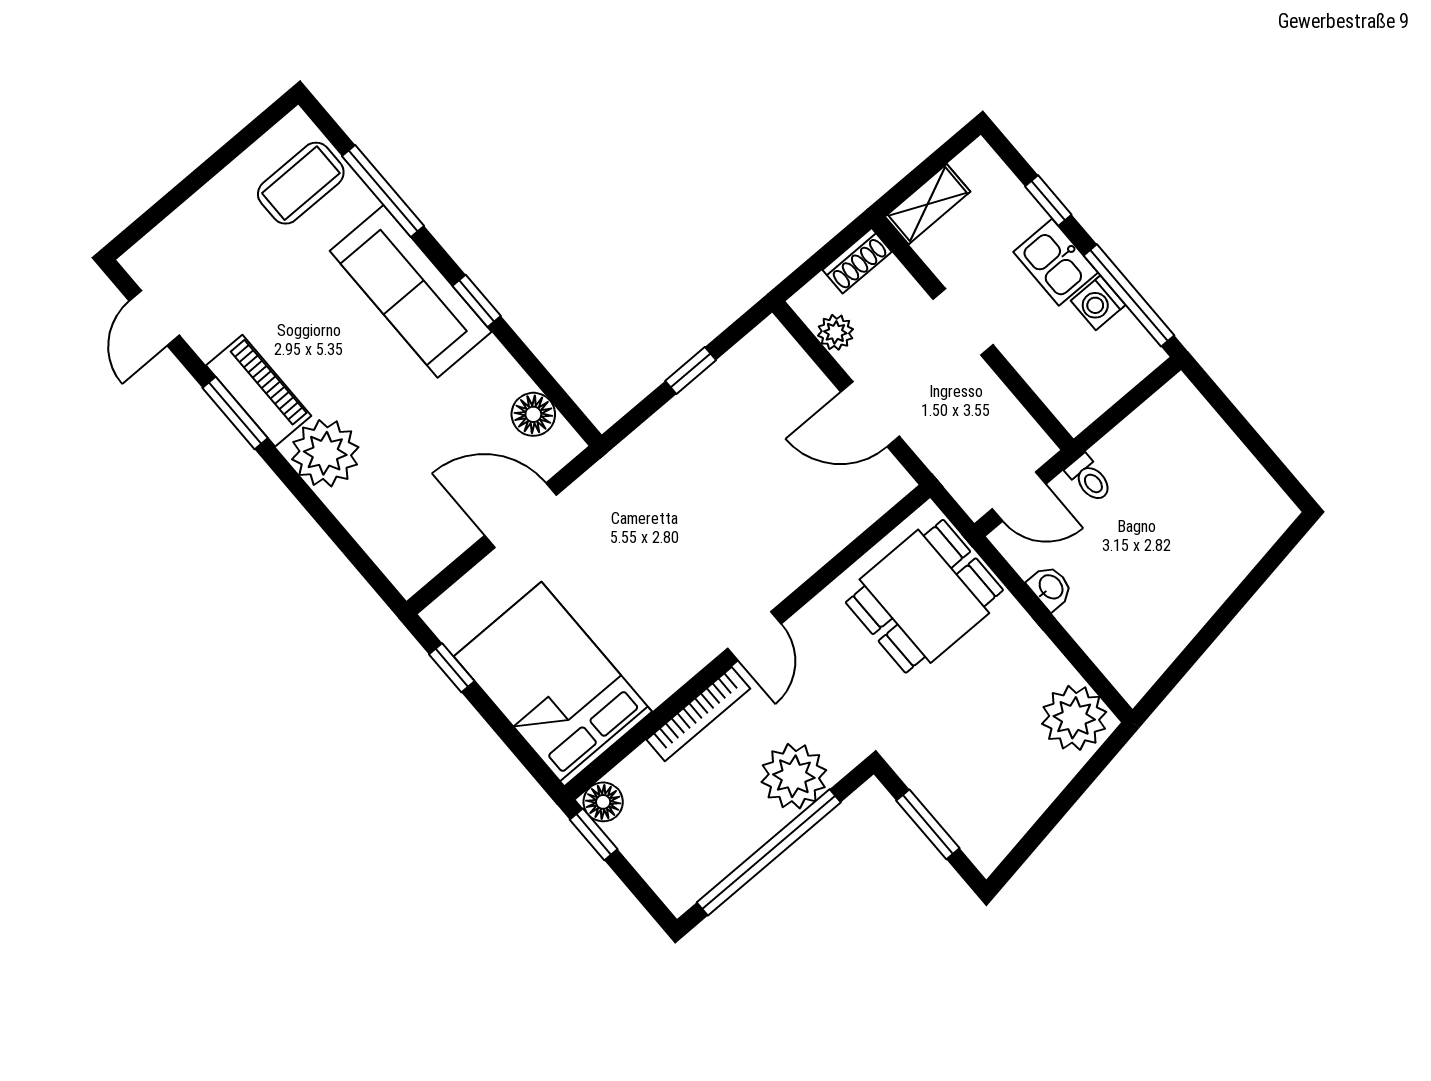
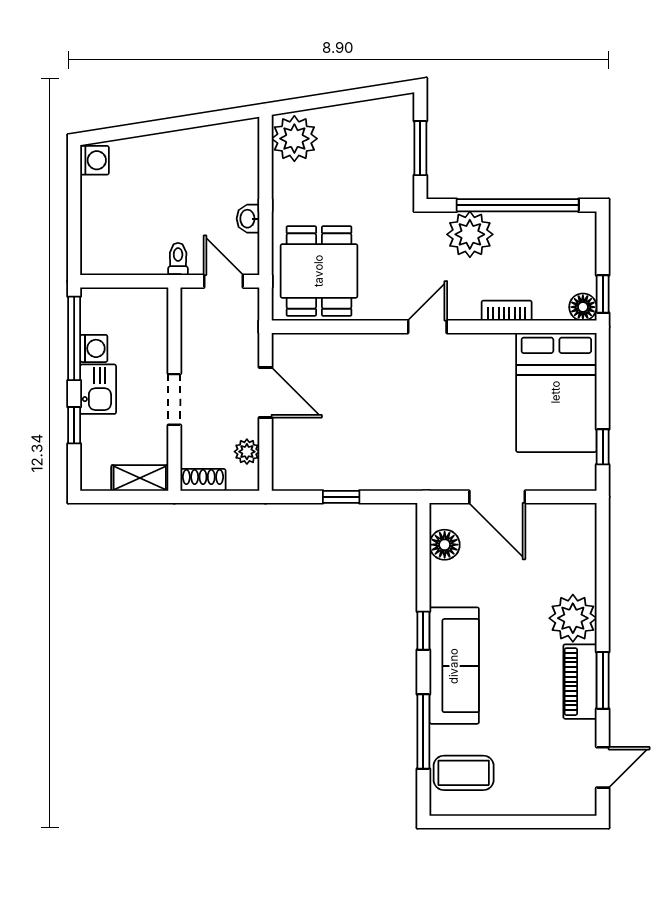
washing machine: (1272, 509) -> (95, 160), added
dining table: (924, 596) -> (319, 271), turned 90
bookcase: (698, 714) -> (507, 311), width x0.64

